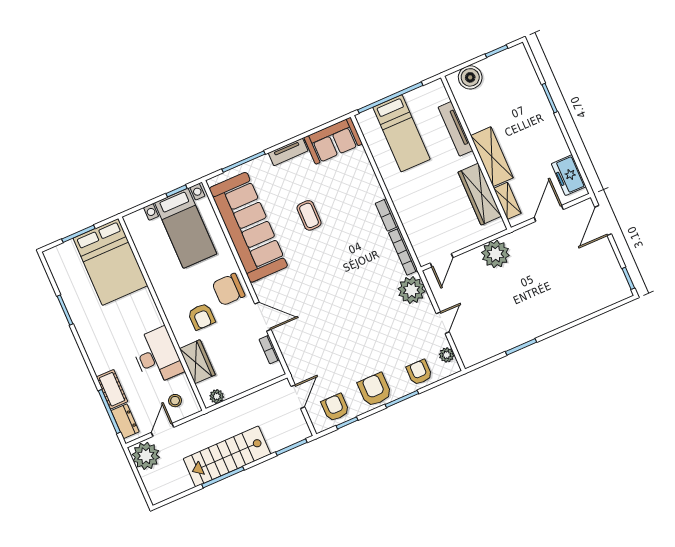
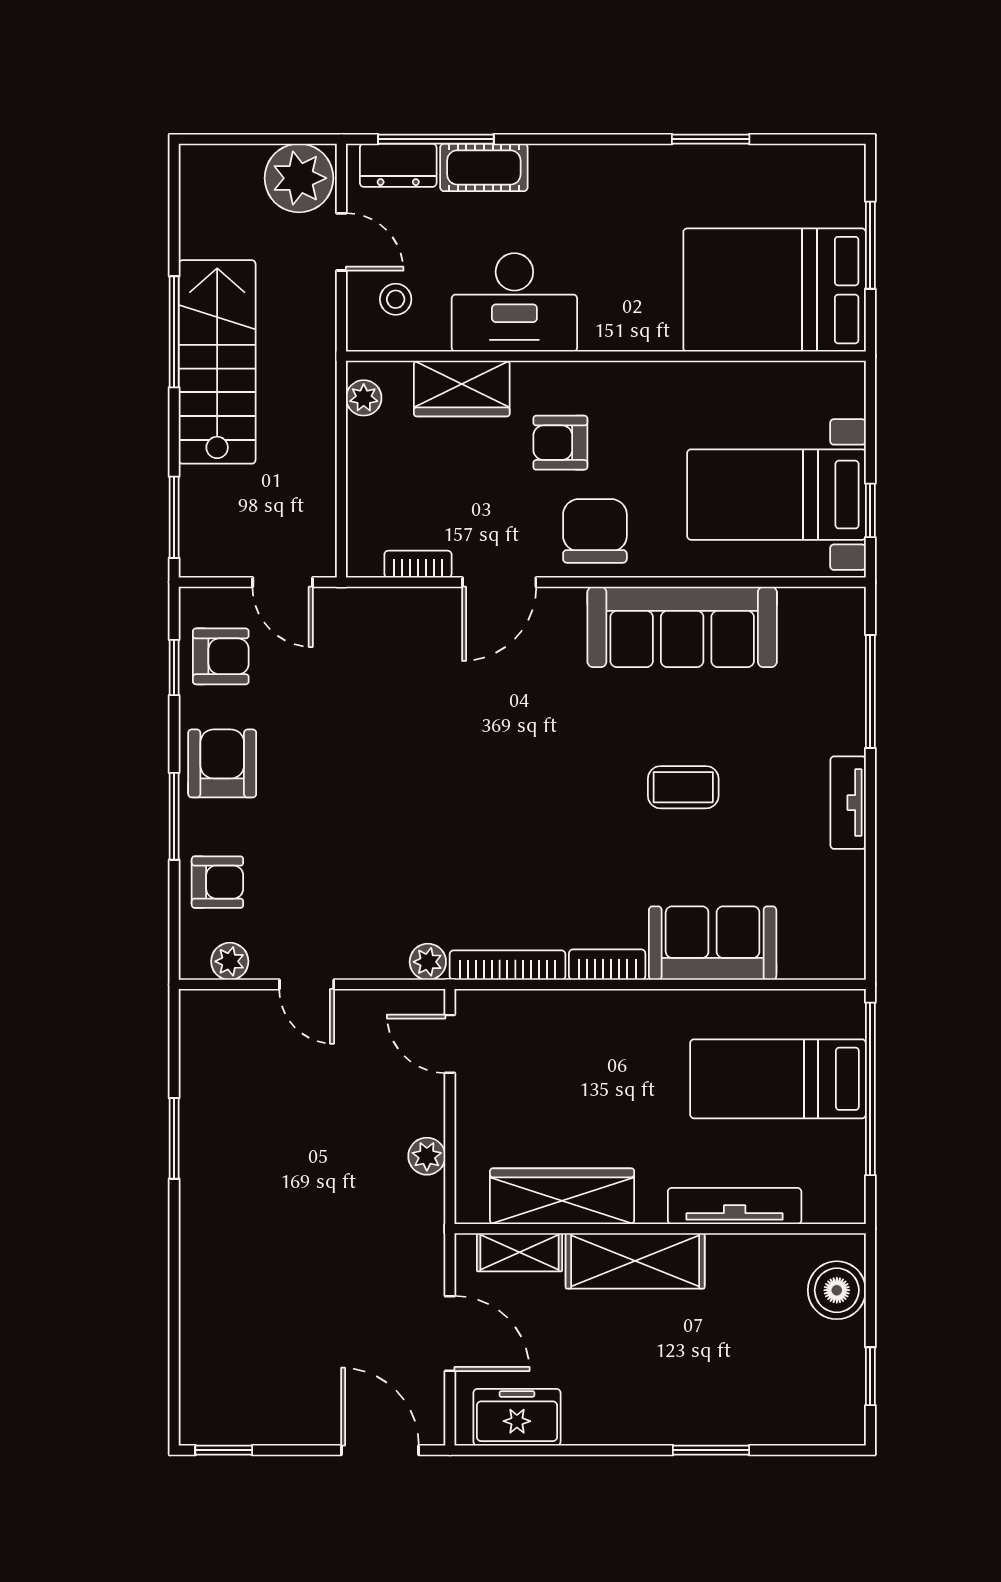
sofa: (333, 141) -> (713, 943), moved, turned 90
sofa: (248, 227) -> (682, 627), width x0.74, depth x0.79
plant: (495, 254) -> (427, 1156), width x0.53, depth x0.53
plant: (411, 290) -> (428, 962), width x0.53, depth x0.53
armchair: (375, 390) -> (222, 763), turned -90

